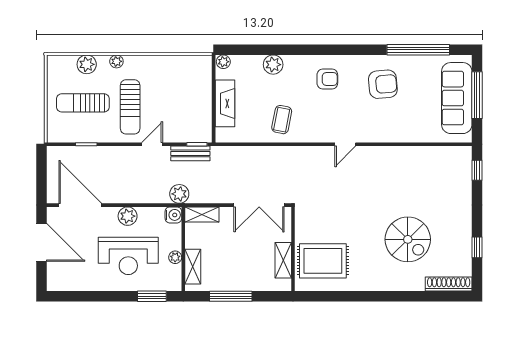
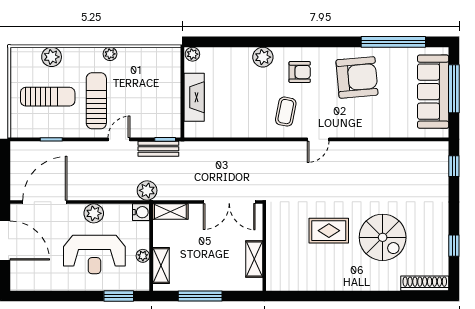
plant: (116, 61) -> (110, 54), moved
plant: (273, 65) -> (263, 57), moved
armchair: (383, 84) -> (357, 77), width x1.36, depth x1.36
sun lounger: (83, 103) -> (48, 97), turned 180
sun lounger: (130, 107) -> (96, 101), turned 180
coffee table: (282, 120) -> (286, 112), moved
door: (80, 205) -> (45, 202), hinge flipped
rug: (323, 261) -> (329, 231), moved, width x0.73, depth x0.70

